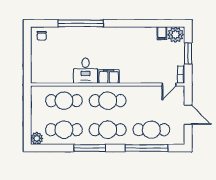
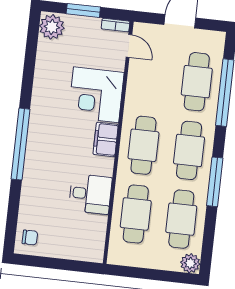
window: (81, 23) -> (21, 144), moved
filing cabinet: (162, 33) -> (47, 48), removed
corner desk: (136, 67) -> (96, 95), added
desk: (86, 71) -> (90, 194), moved

